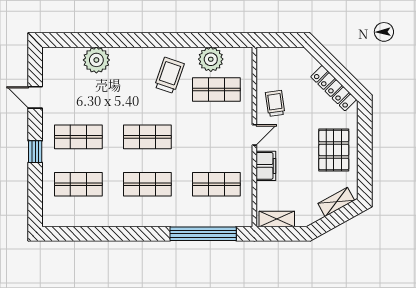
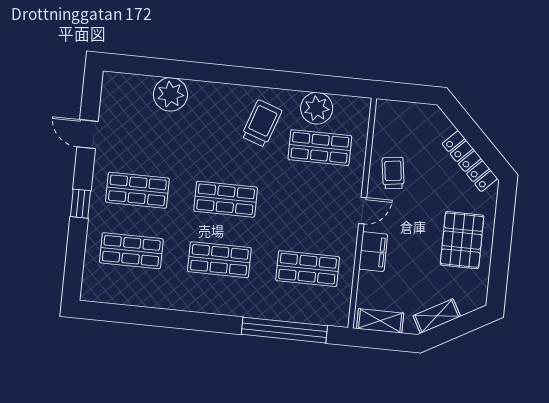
shelving: (336, 202) -> (437, 316), moved

